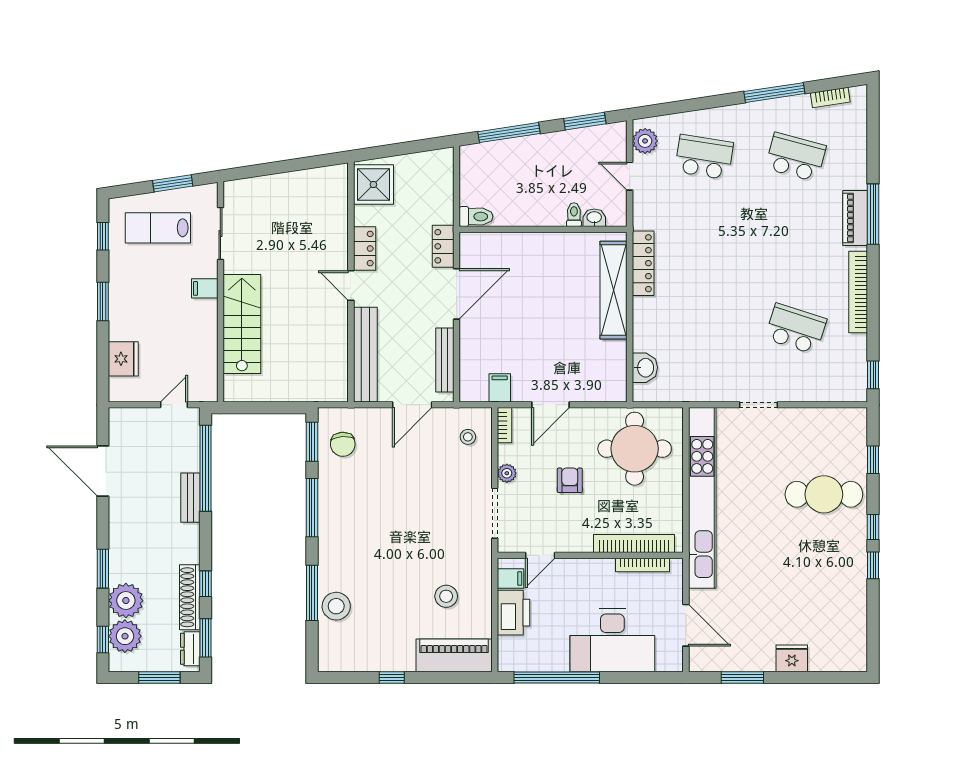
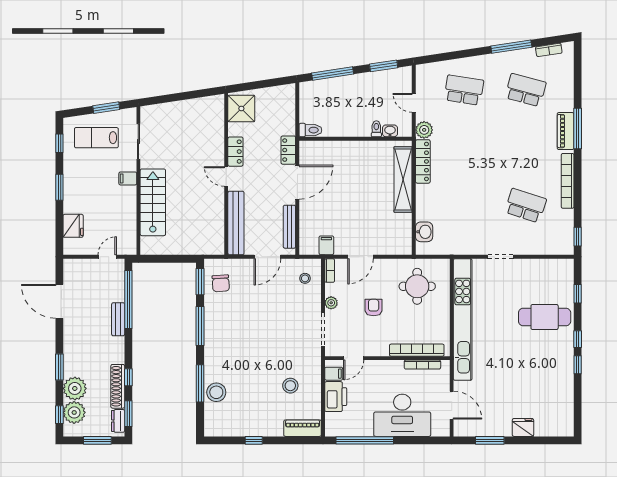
plant: (645, 141) -> (424, 130), moved
round table: (635, 449) -> (417, 286), width x0.73, depth x0.73
piano: (454, 655) -> (303, 428), width x0.73, depth x0.75

